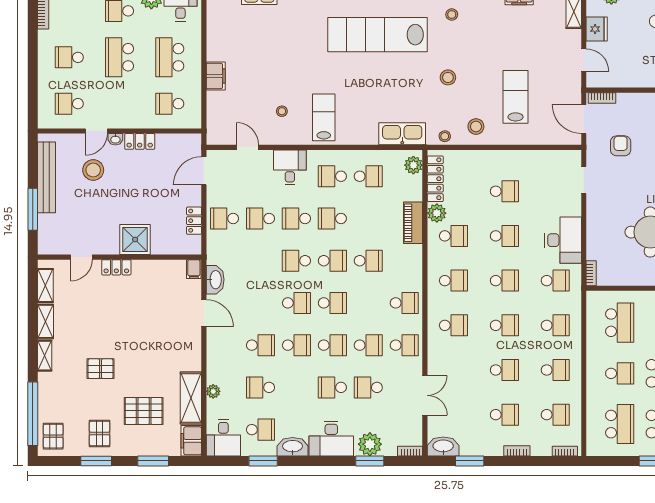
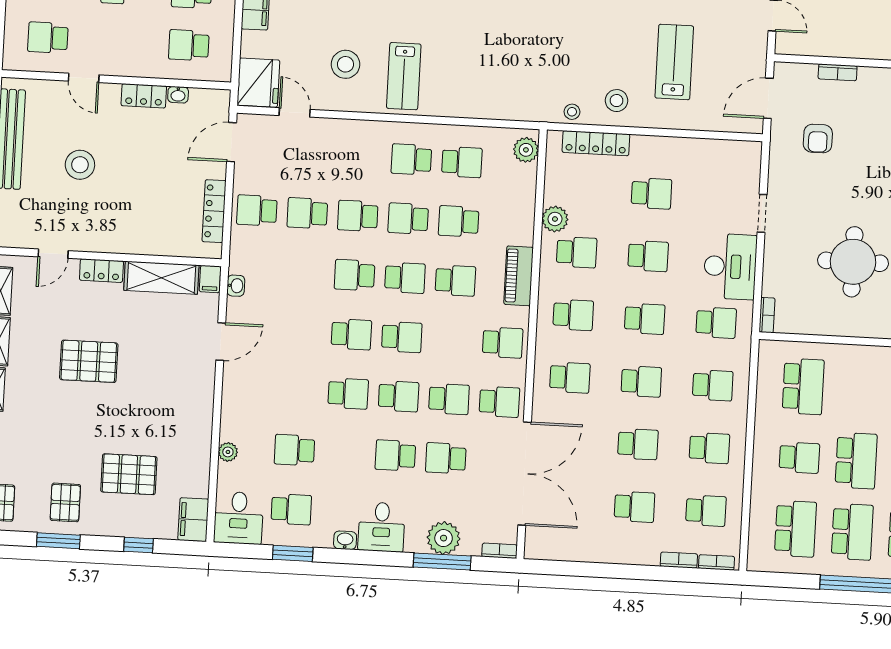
stool: (448, 77) -> (581, 30), removed
bookcase: (602, 98) -> (838, 72), moved
stool: (282, 111) -> (346, 64), width x1.89, depth x1.89
lab bench: (324, 117) -> (404, 76), turned 180
door: (584, 119) -> (768, 98), hinge flipped
fridge: (221, 128) -> (258, 83), added
door: (96, 131) -> (84, 78), hinge flipped
kitchen sink: (402, 134) -> (513, 105), removed
washbasin: (115, 139) -> (178, 95), moved
armchair: (621, 146) -> (818, 139), turned 180
desk: (290, 167) -> (352, 144), removed
stool: (93, 170) -> (80, 165), moved
locker: (435, 179) -> (596, 143), moved, turned 90
doorway: (584, 180) -> (762, 213), moved
locker: (194, 221) -> (214, 211), width x1.53
piano: (413, 223) -> (519, 276), moved
shower: (135, 240) -> (130, 233), removed
washbasin: (215, 280) -> (236, 286), width x0.52, depth x0.69
door: (204, 313) -> (221, 342), hinge flipped
school desk: (260, 345) -> (459, 221), moved, turned 180
pallet: (101, 369) -> (89, 361), moved, width x1.50, depth x1.42
double door: (425, 395) -> (525, 474), width x1.87
shelving: (191, 398) -> (161, 278), moved, turned 90
desk: (331, 439) -> (382, 527), width x0.73
washbasin: (443, 446) -> (546, 547), removed
washbasin: (293, 447) -> (345, 540), width x0.52, depth x0.69
bookcase: (517, 451) -> (679, 560), moved
window: (153, 461) -> (138, 545), width x0.67
window: (370, 461) -> (442, 562), width x1.44
window: (470, 461) -> (582, 569), removed

